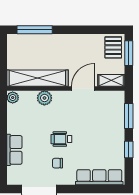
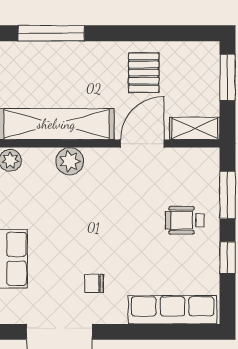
pallet: (113, 47) -> (144, 73), moved
wheelchair: (61, 139) -> (185, 220), moved

